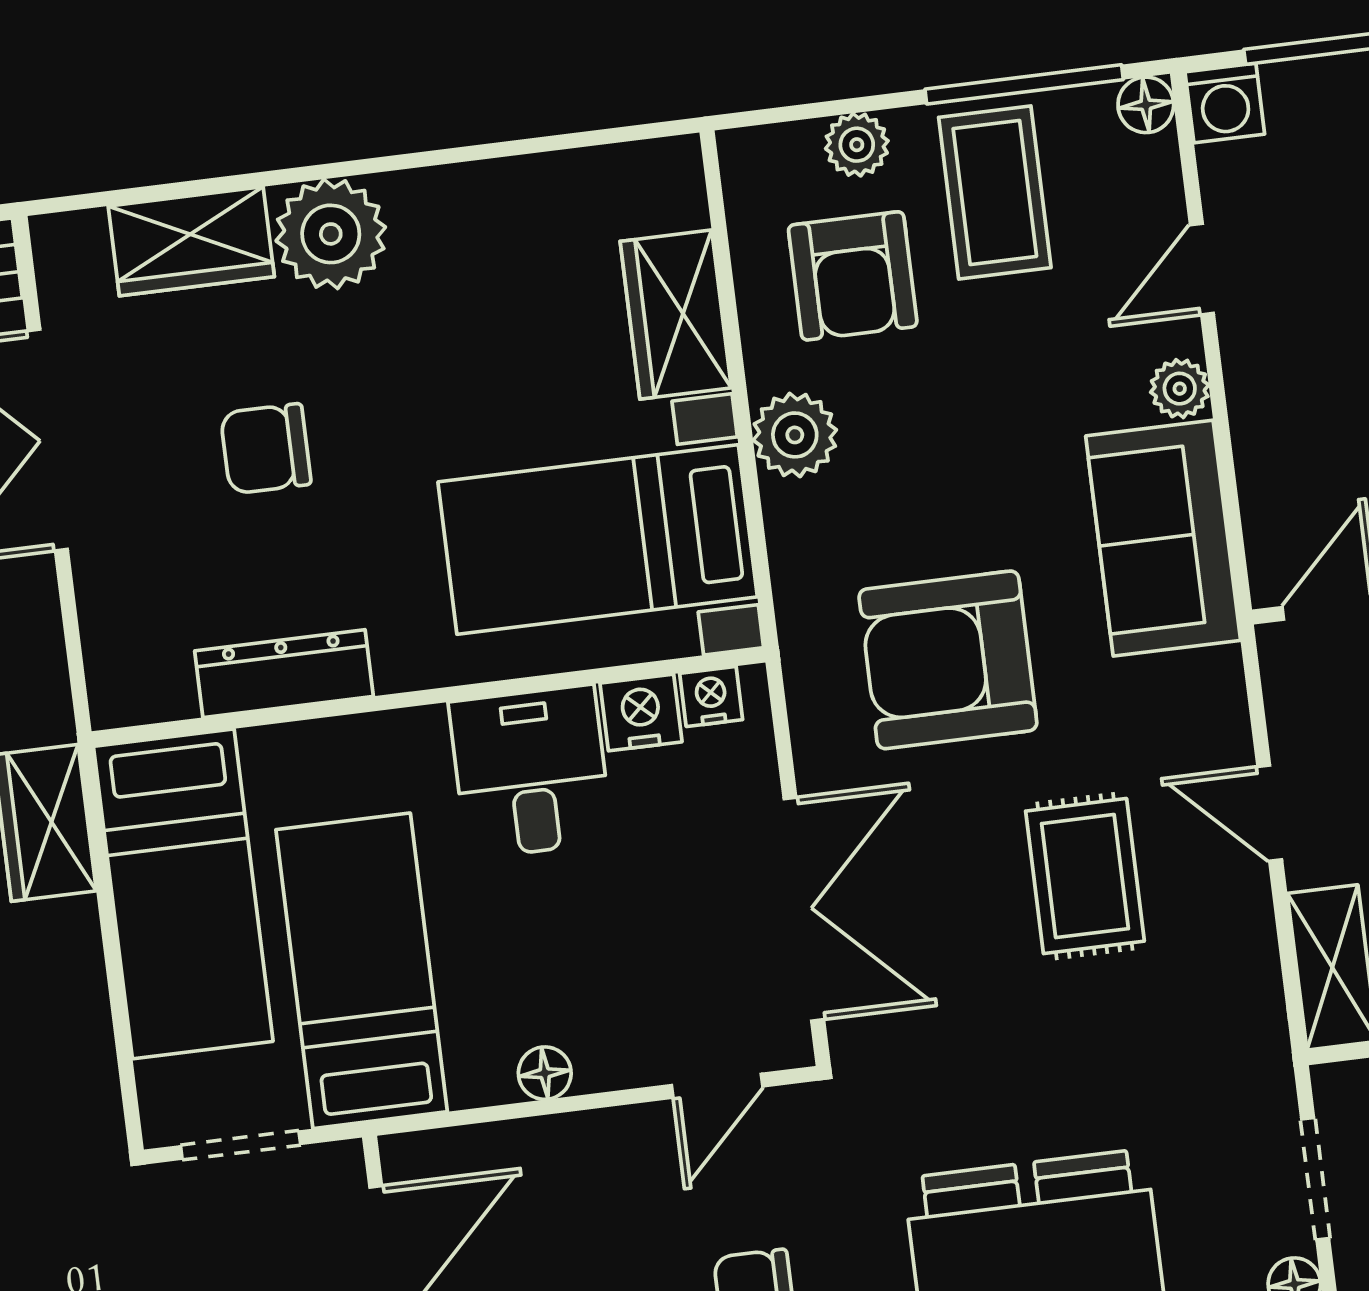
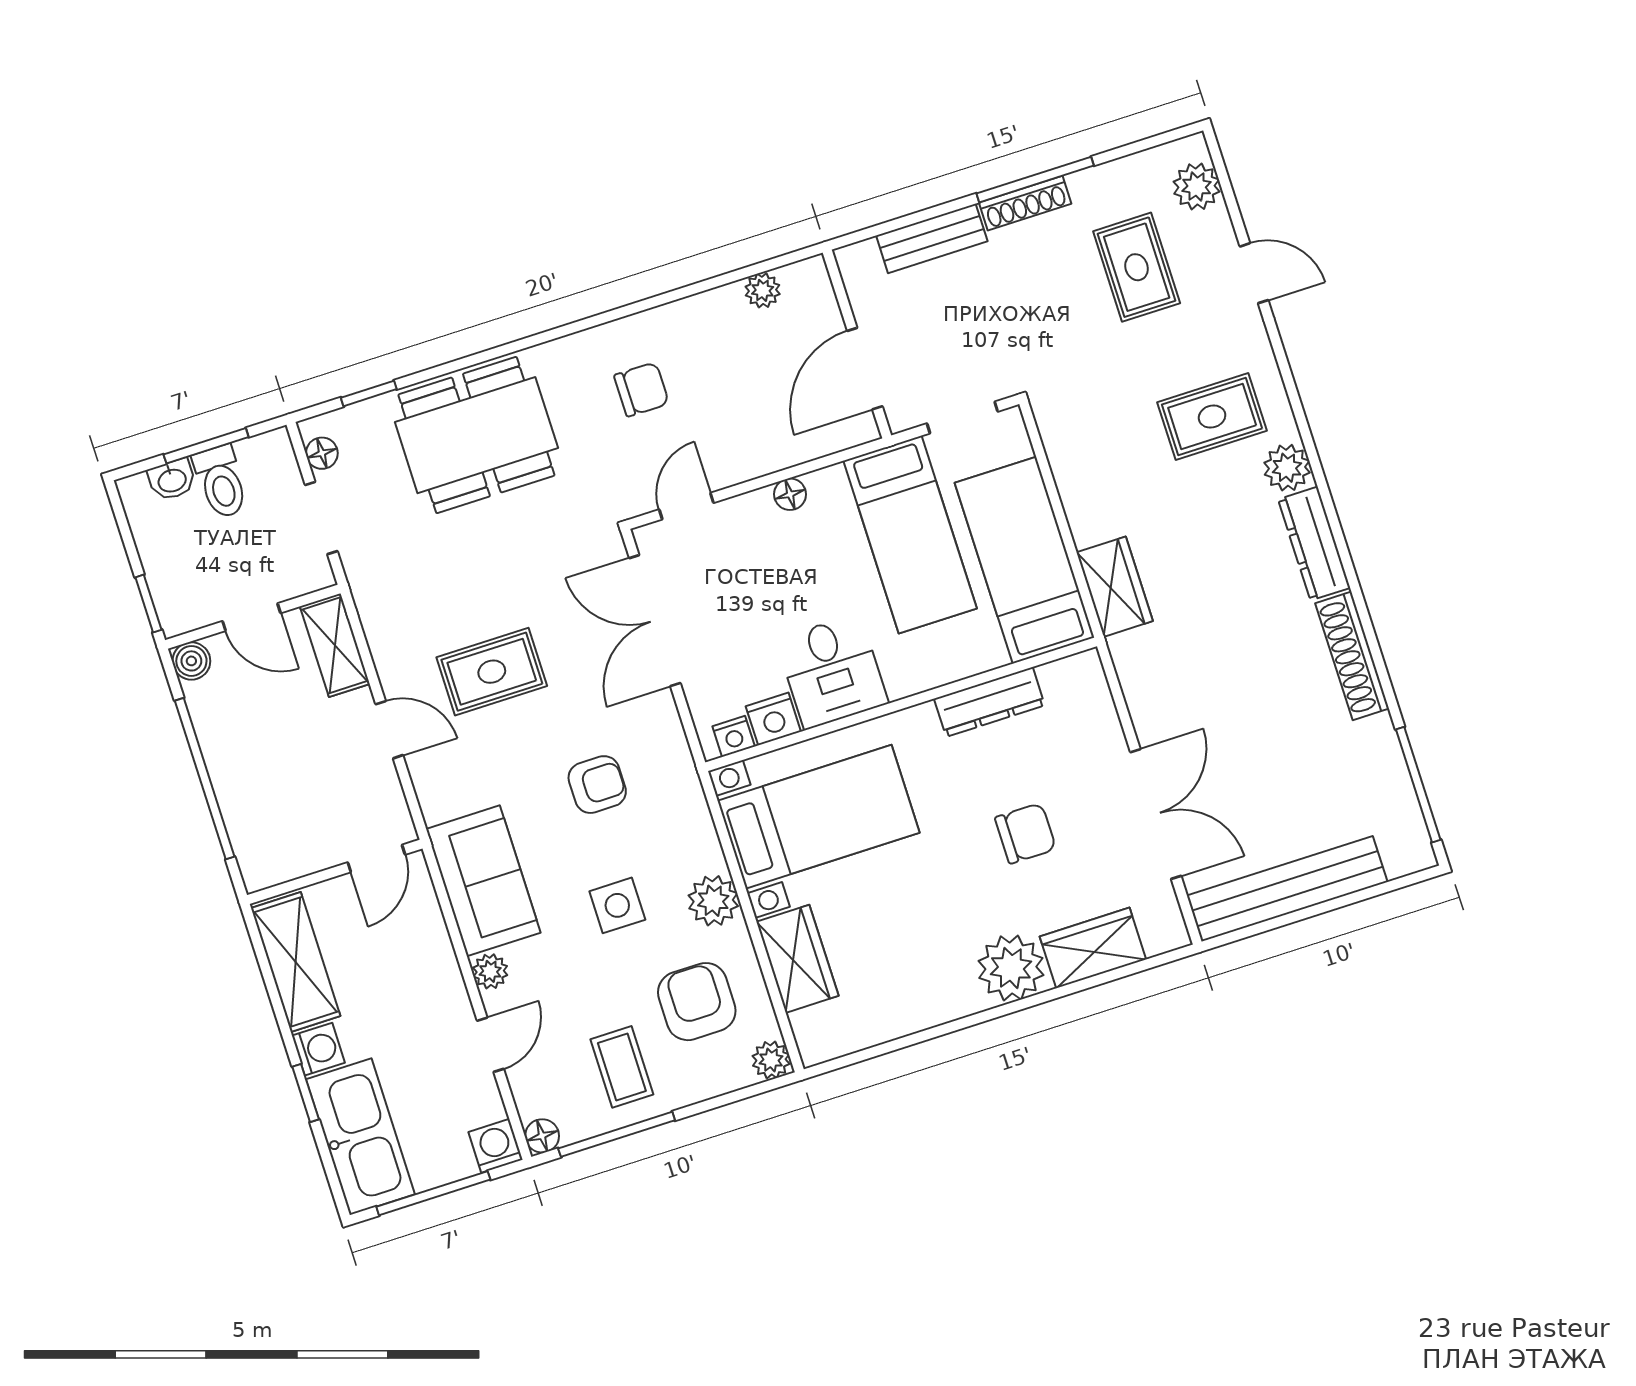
plant: (857, 145) -> (771, 1060), moved
coffee table: (995, 193) -> (622, 1067), width x0.73, depth x0.77
side table: (952, 457) -> (617, 905), added
armchair: (948, 660) -> (597, 785), width x0.53, depth x0.53
rug: (1085, 876) -> (492, 672), turned 90

